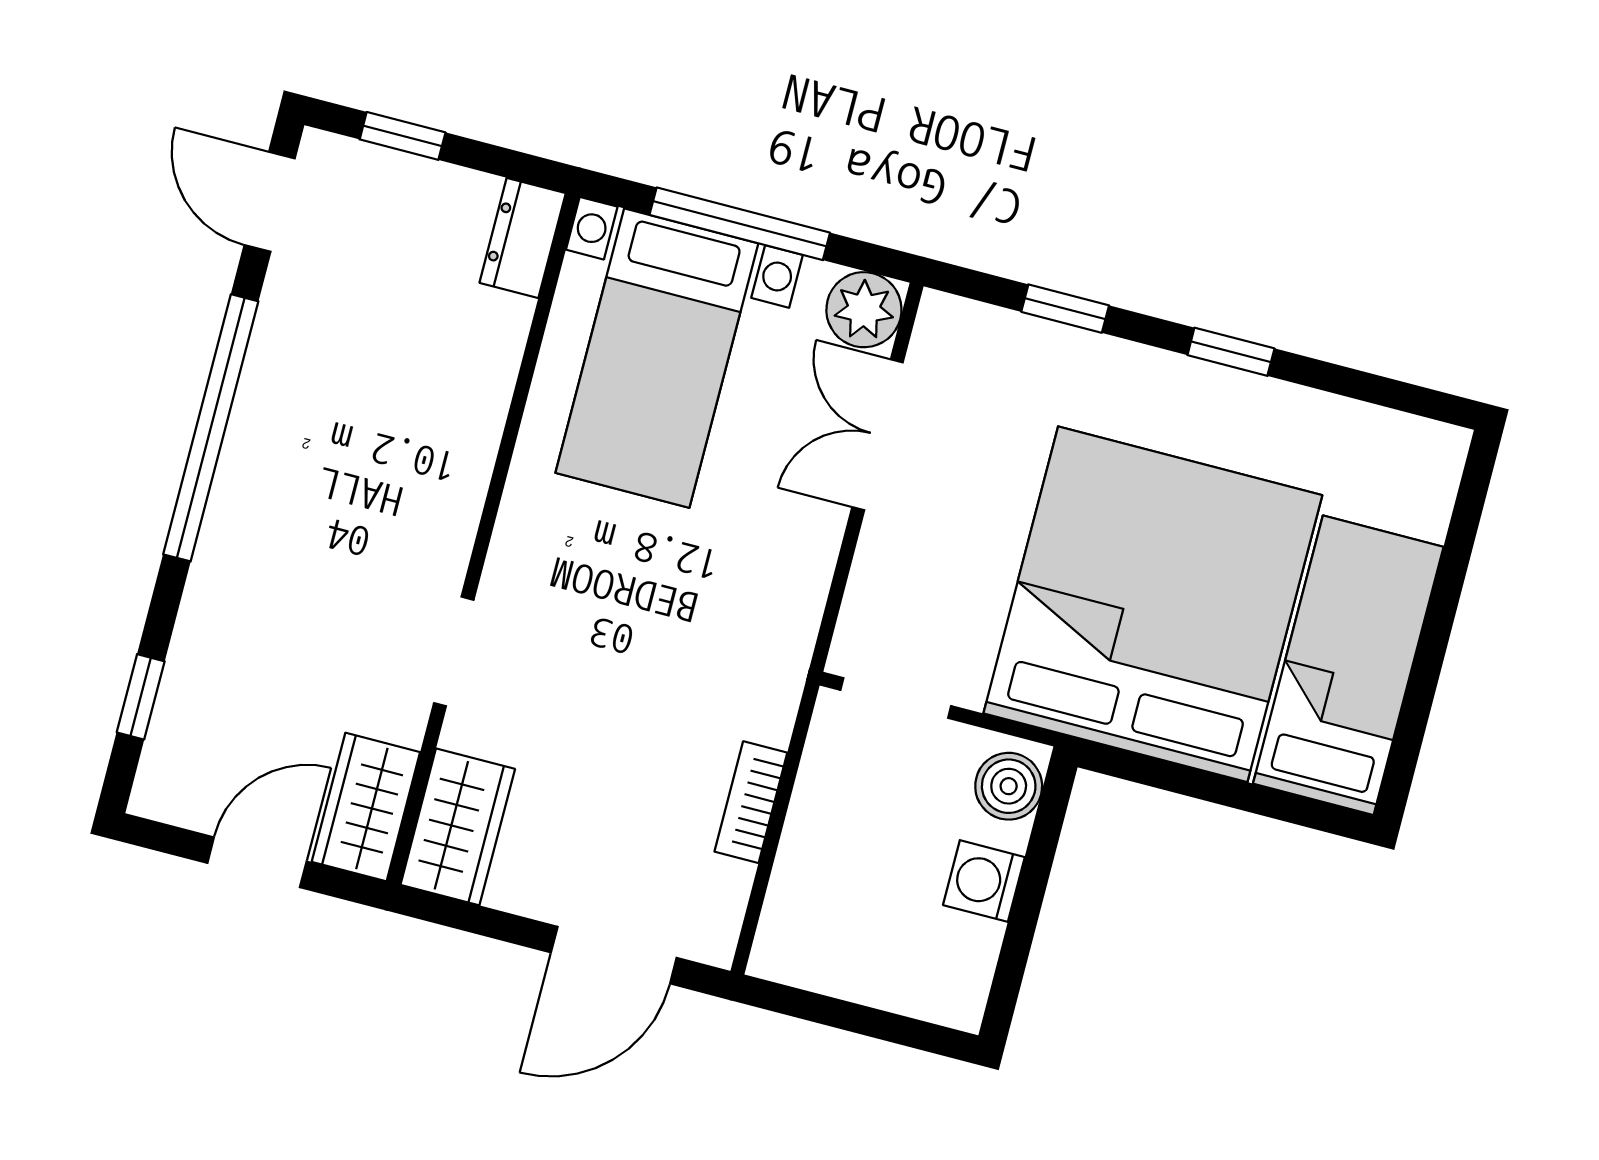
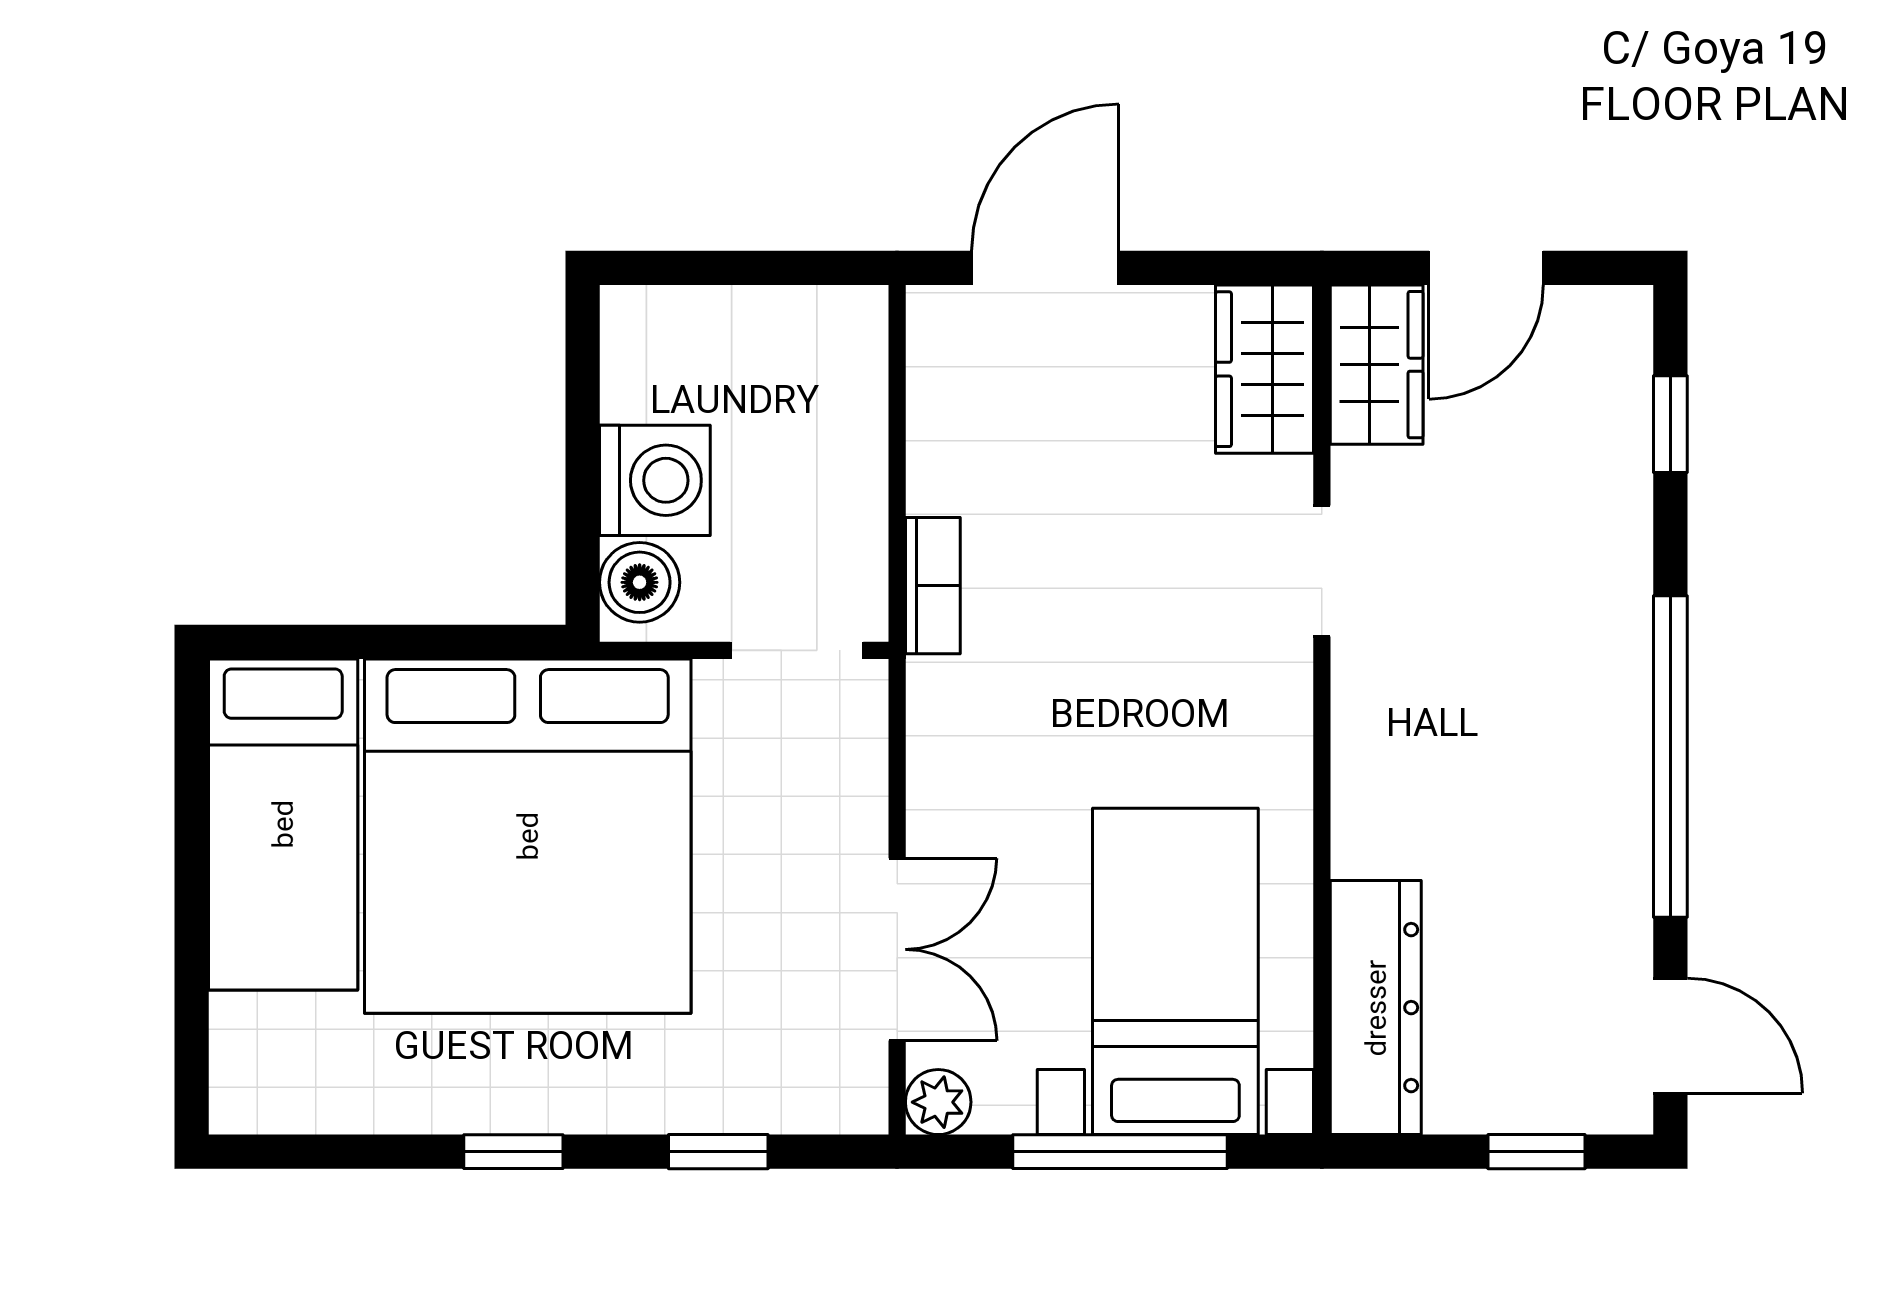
dresser: (523, 238) -> (1376, 1008), width x1.96, depth x1.24
plant: (864, 310) -> (938, 1102), width x0.73, depth x0.73
bookcase: (751, 802) -> (933, 586), moved
washing machine: (984, 881) -> (655, 480), width x1.38, depth x1.38

